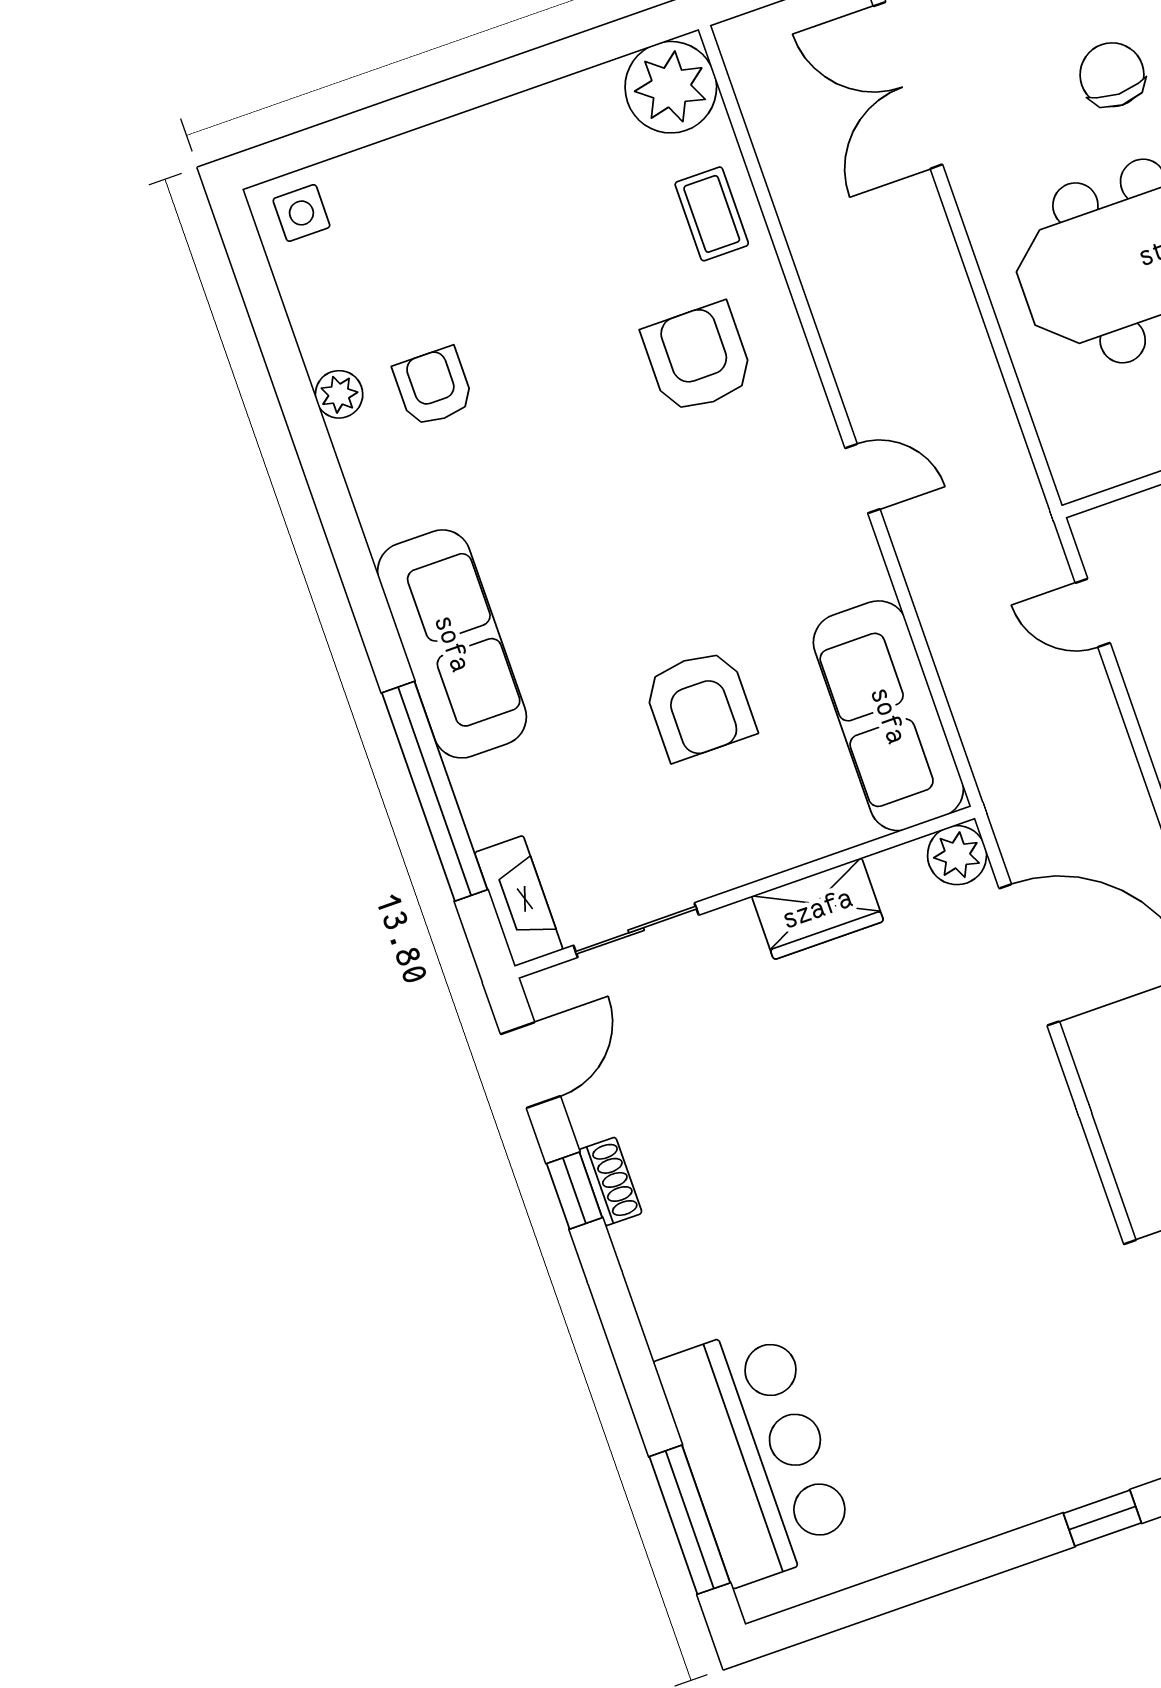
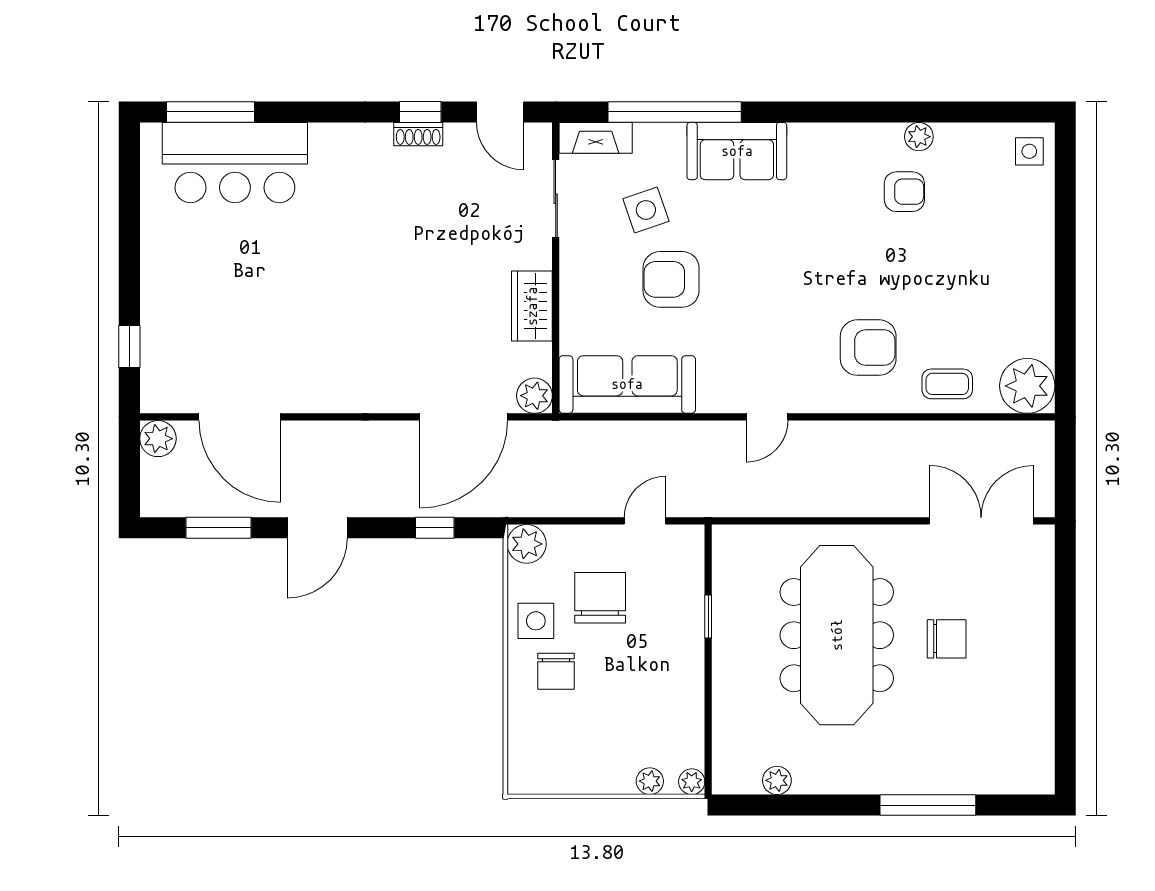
sofa: (452, 644) -> (737, 151), width x0.73
side table: (604, 782) -> (646, 210), added

